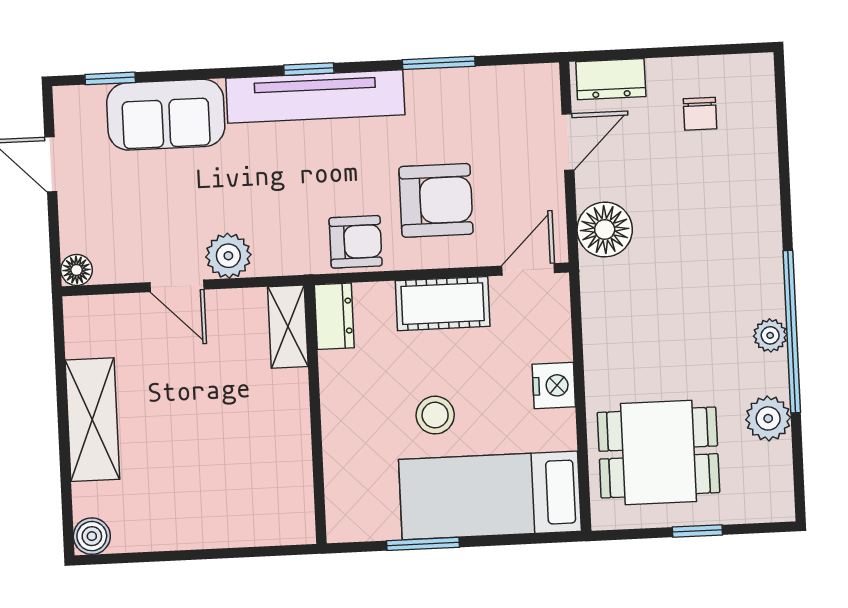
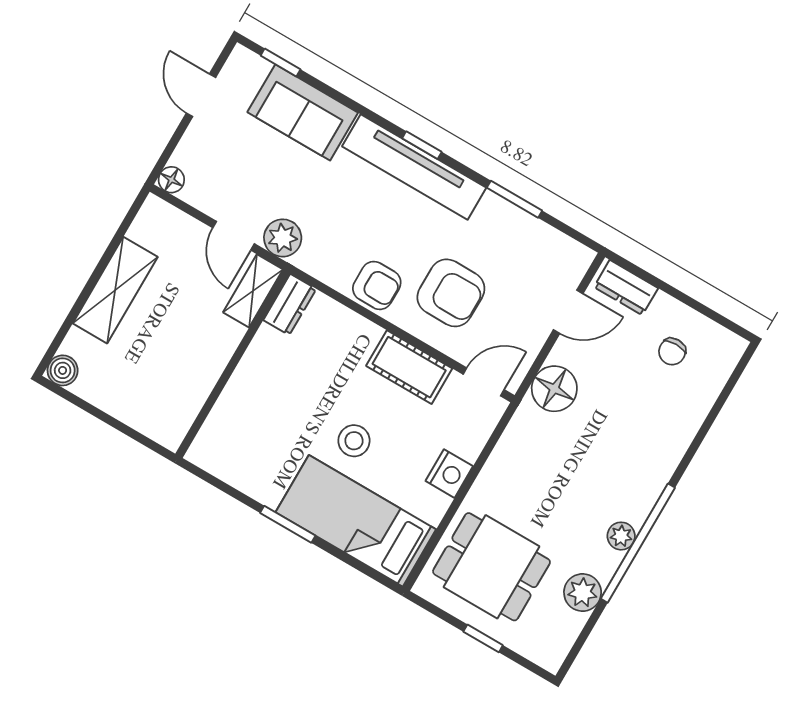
dresser: (334, 316) -> (290, 305), moved
shelving: (288, 327) -> (253, 291), moved
wall: (315, 414) -> (233, 364), moved

